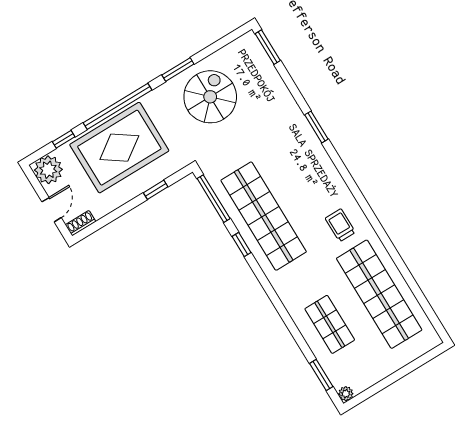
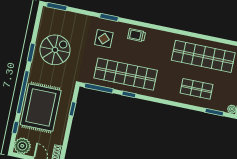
spiral stairs: (210, 97) -> (55, 50), turned 90
display table: (283, 146) -> (104, 39), added
trolley: (340, 225) -> (137, 35), moved

